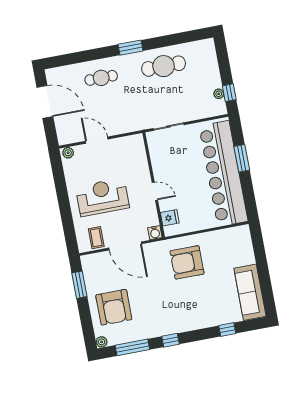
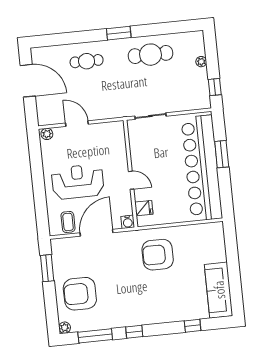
plant: (219, 94) -> (201, 62), moved
door: (125, 246) -> (97, 233), swing flipped
armchair: (114, 307) -> (80, 294), turned 90

